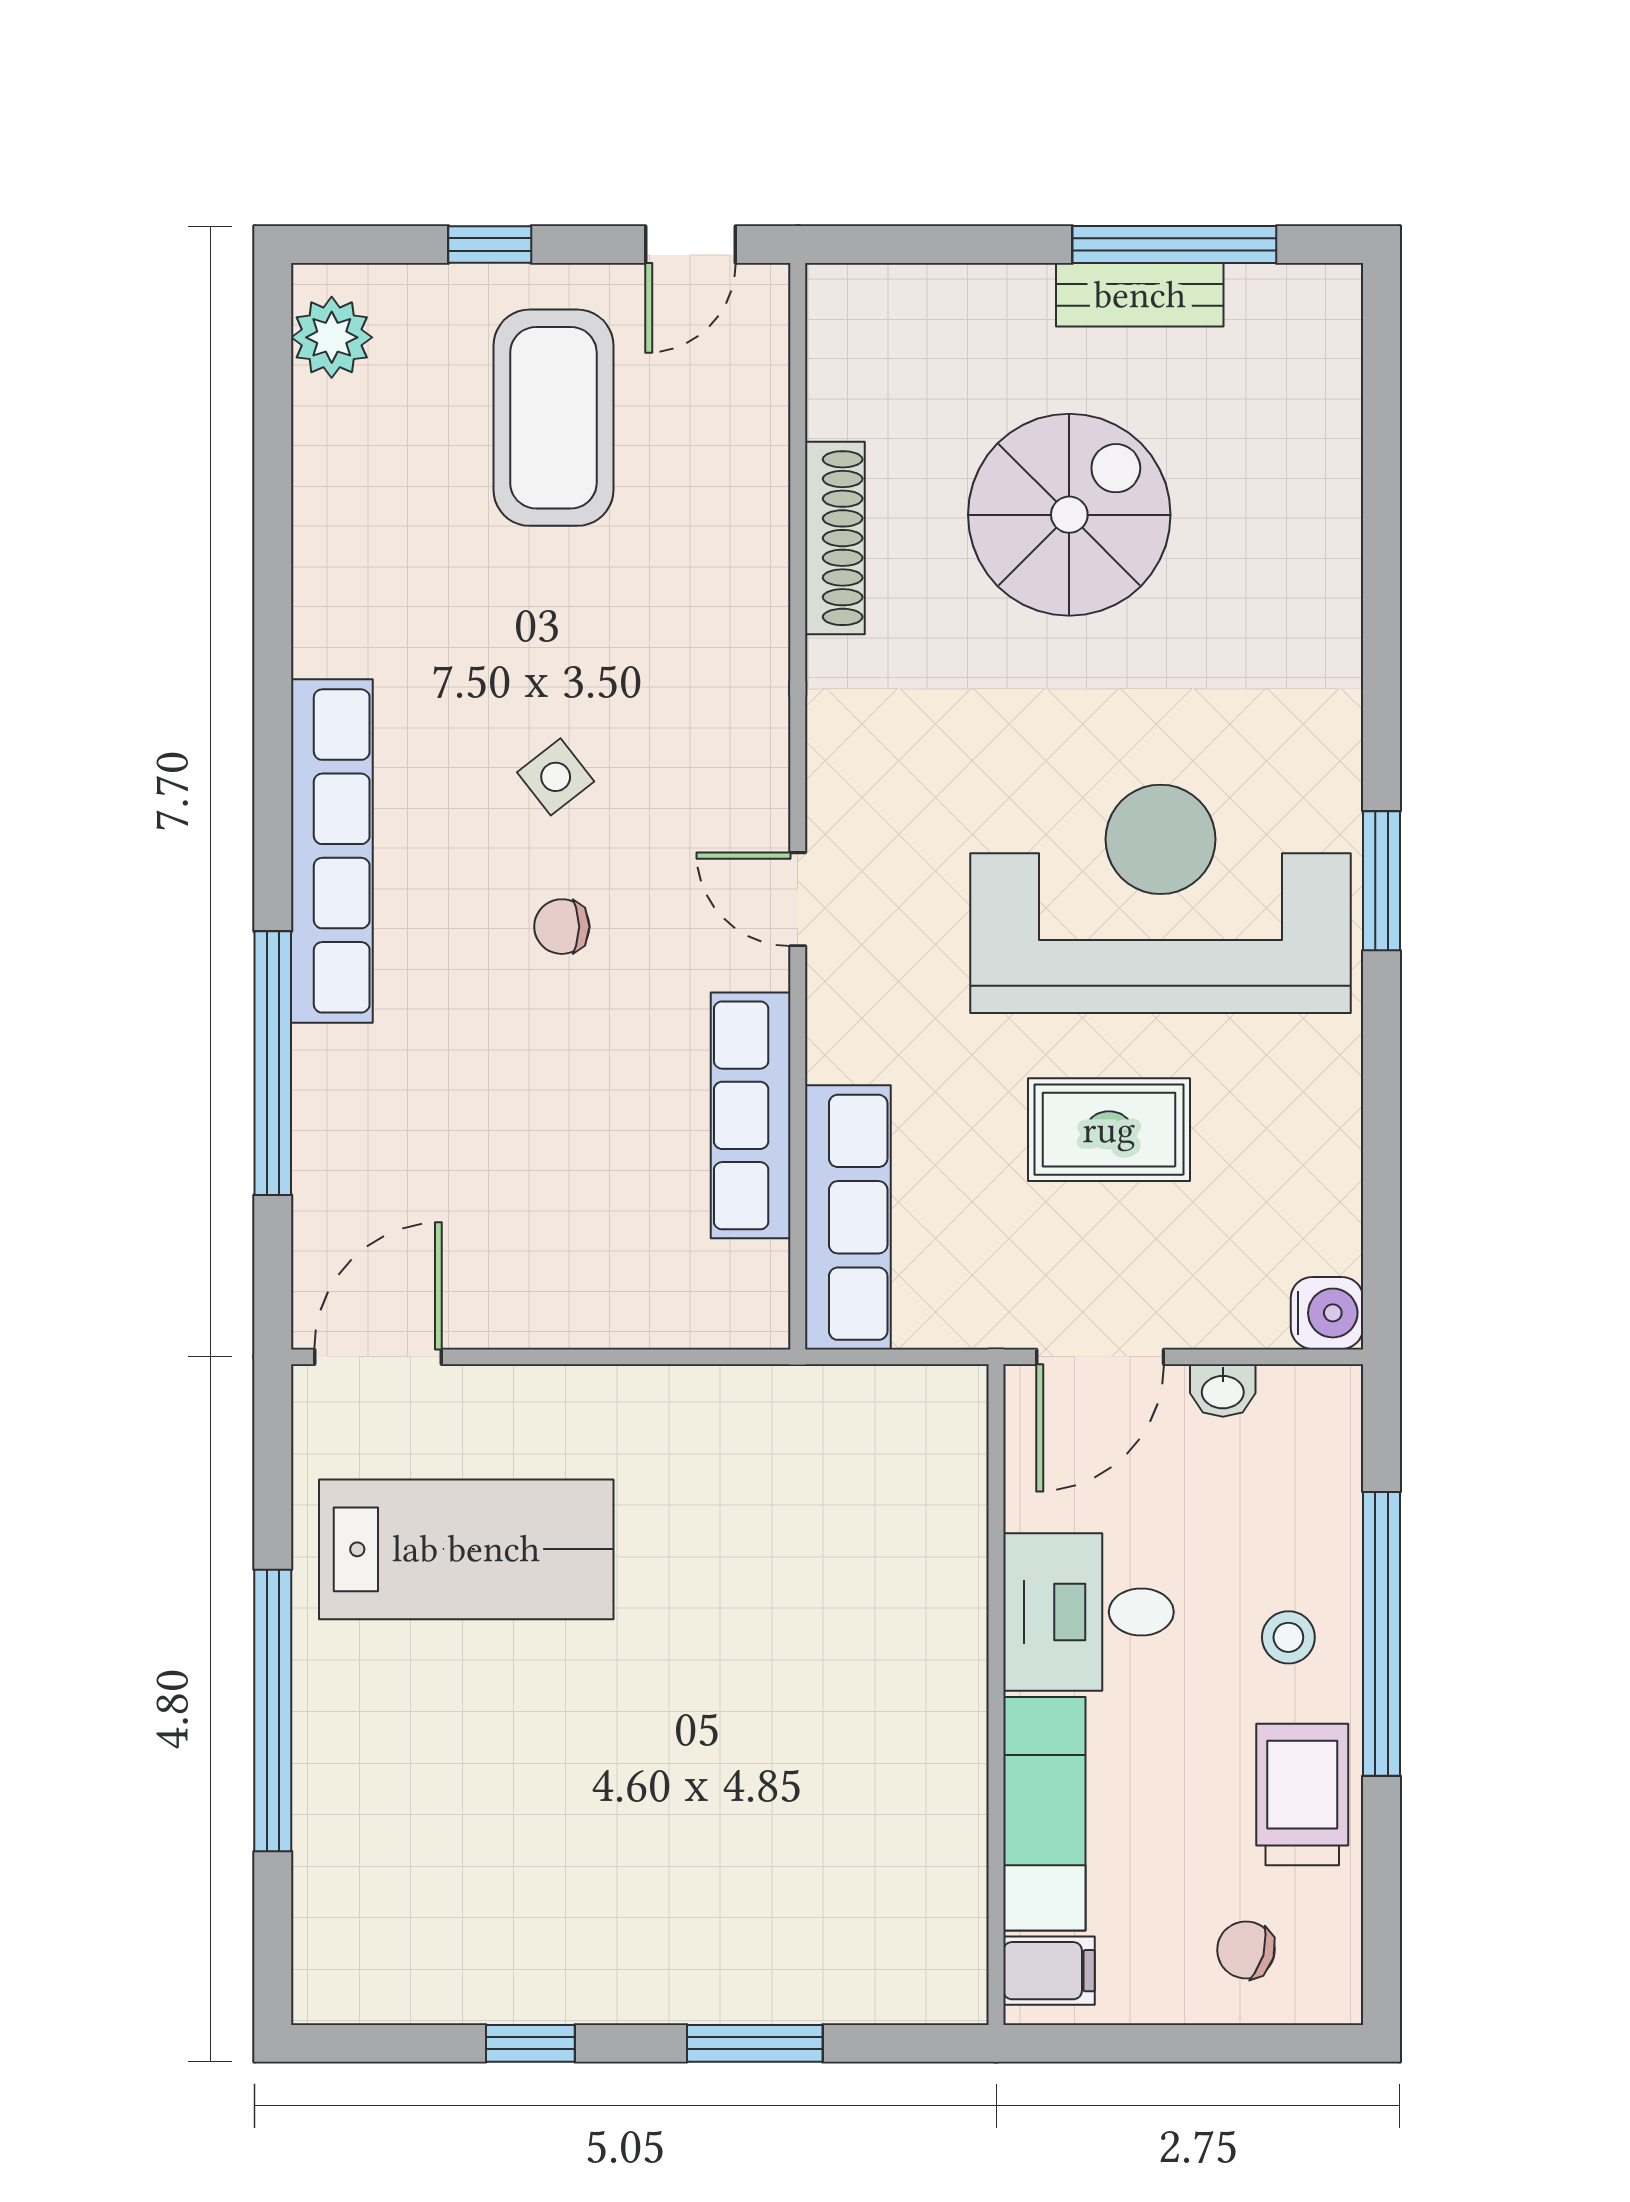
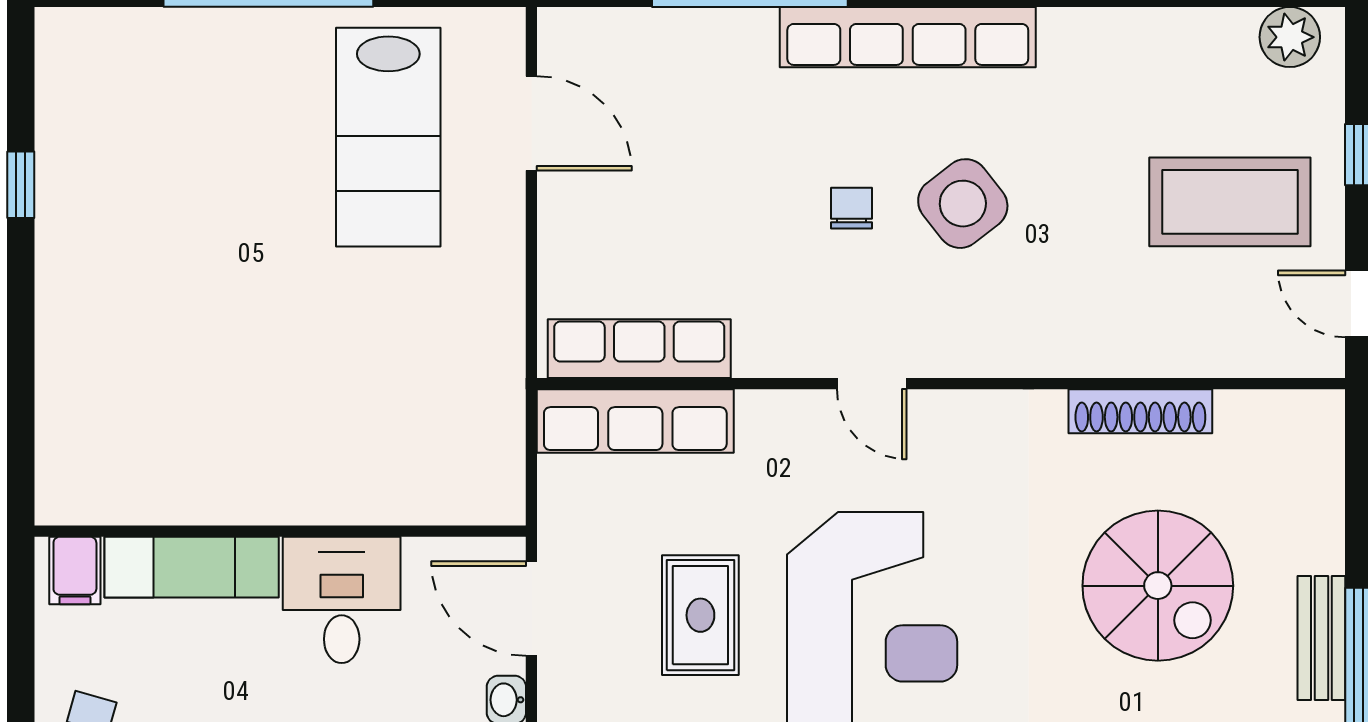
side table: (556, 777) -> (963, 204), width x1.87, depth x1.87
door: (798, 899) -> (872, 384), swing flipped
row of seats: (751, 1115) -> (639, 349), moved
door: (378, 1357) -> (531, 123), moved
window: (755, 2043) -> (21, 352), removed

